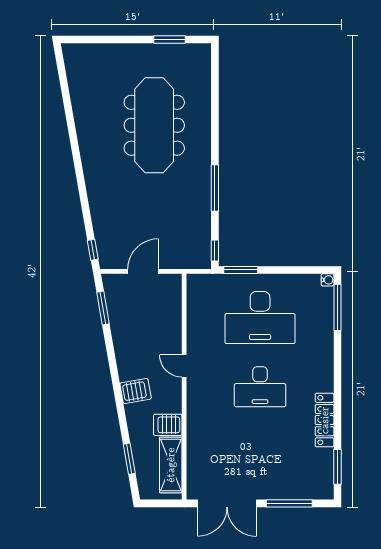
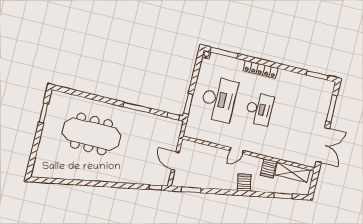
locker: (325, 420) -> (260, 69), moved

